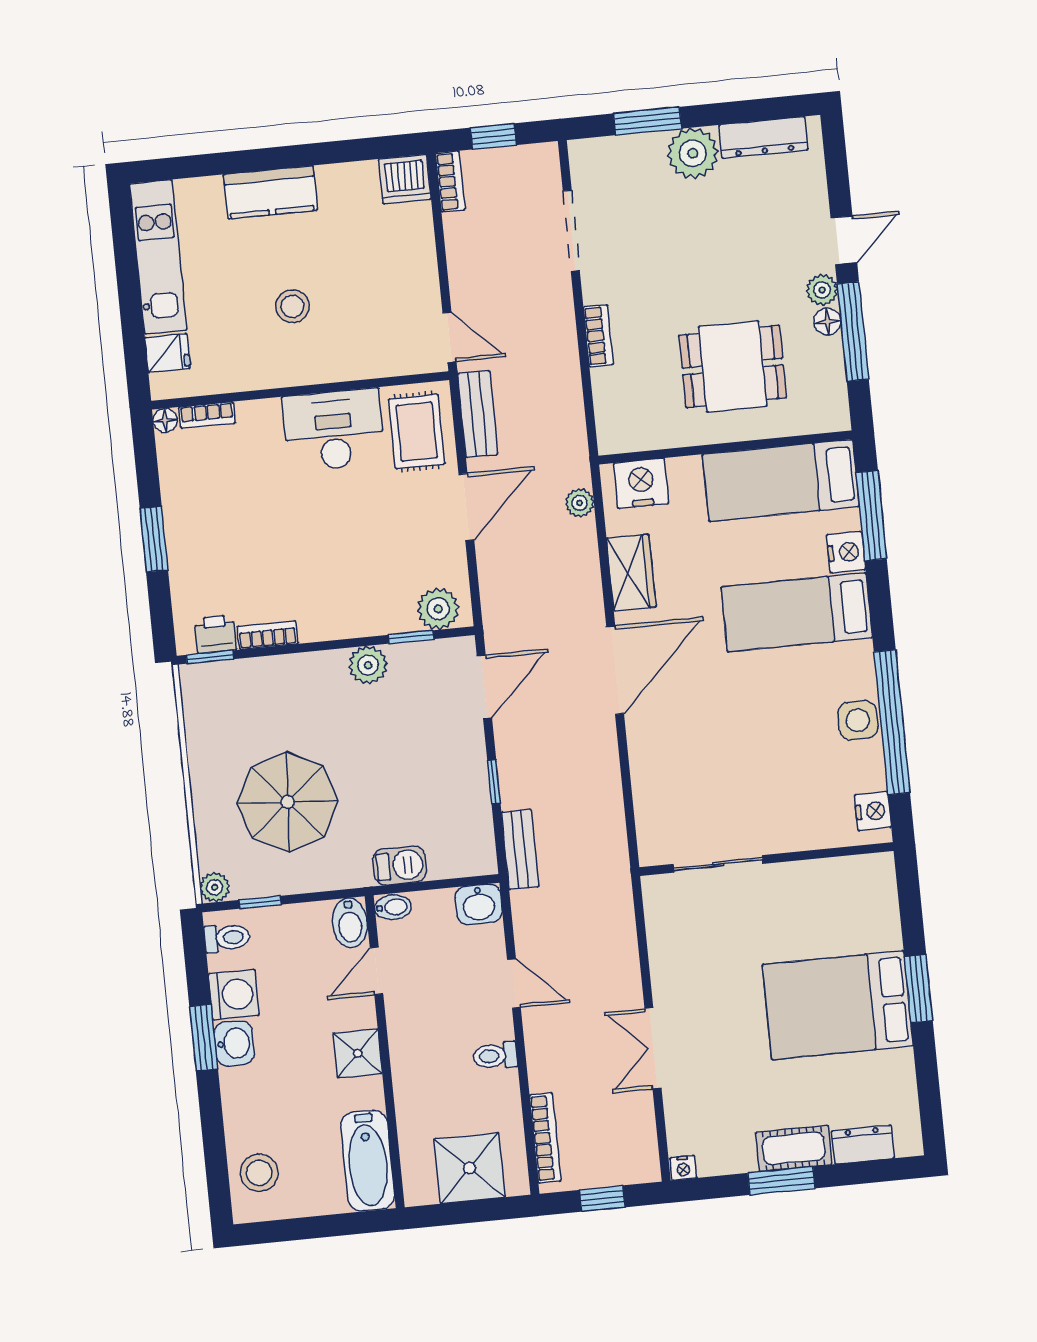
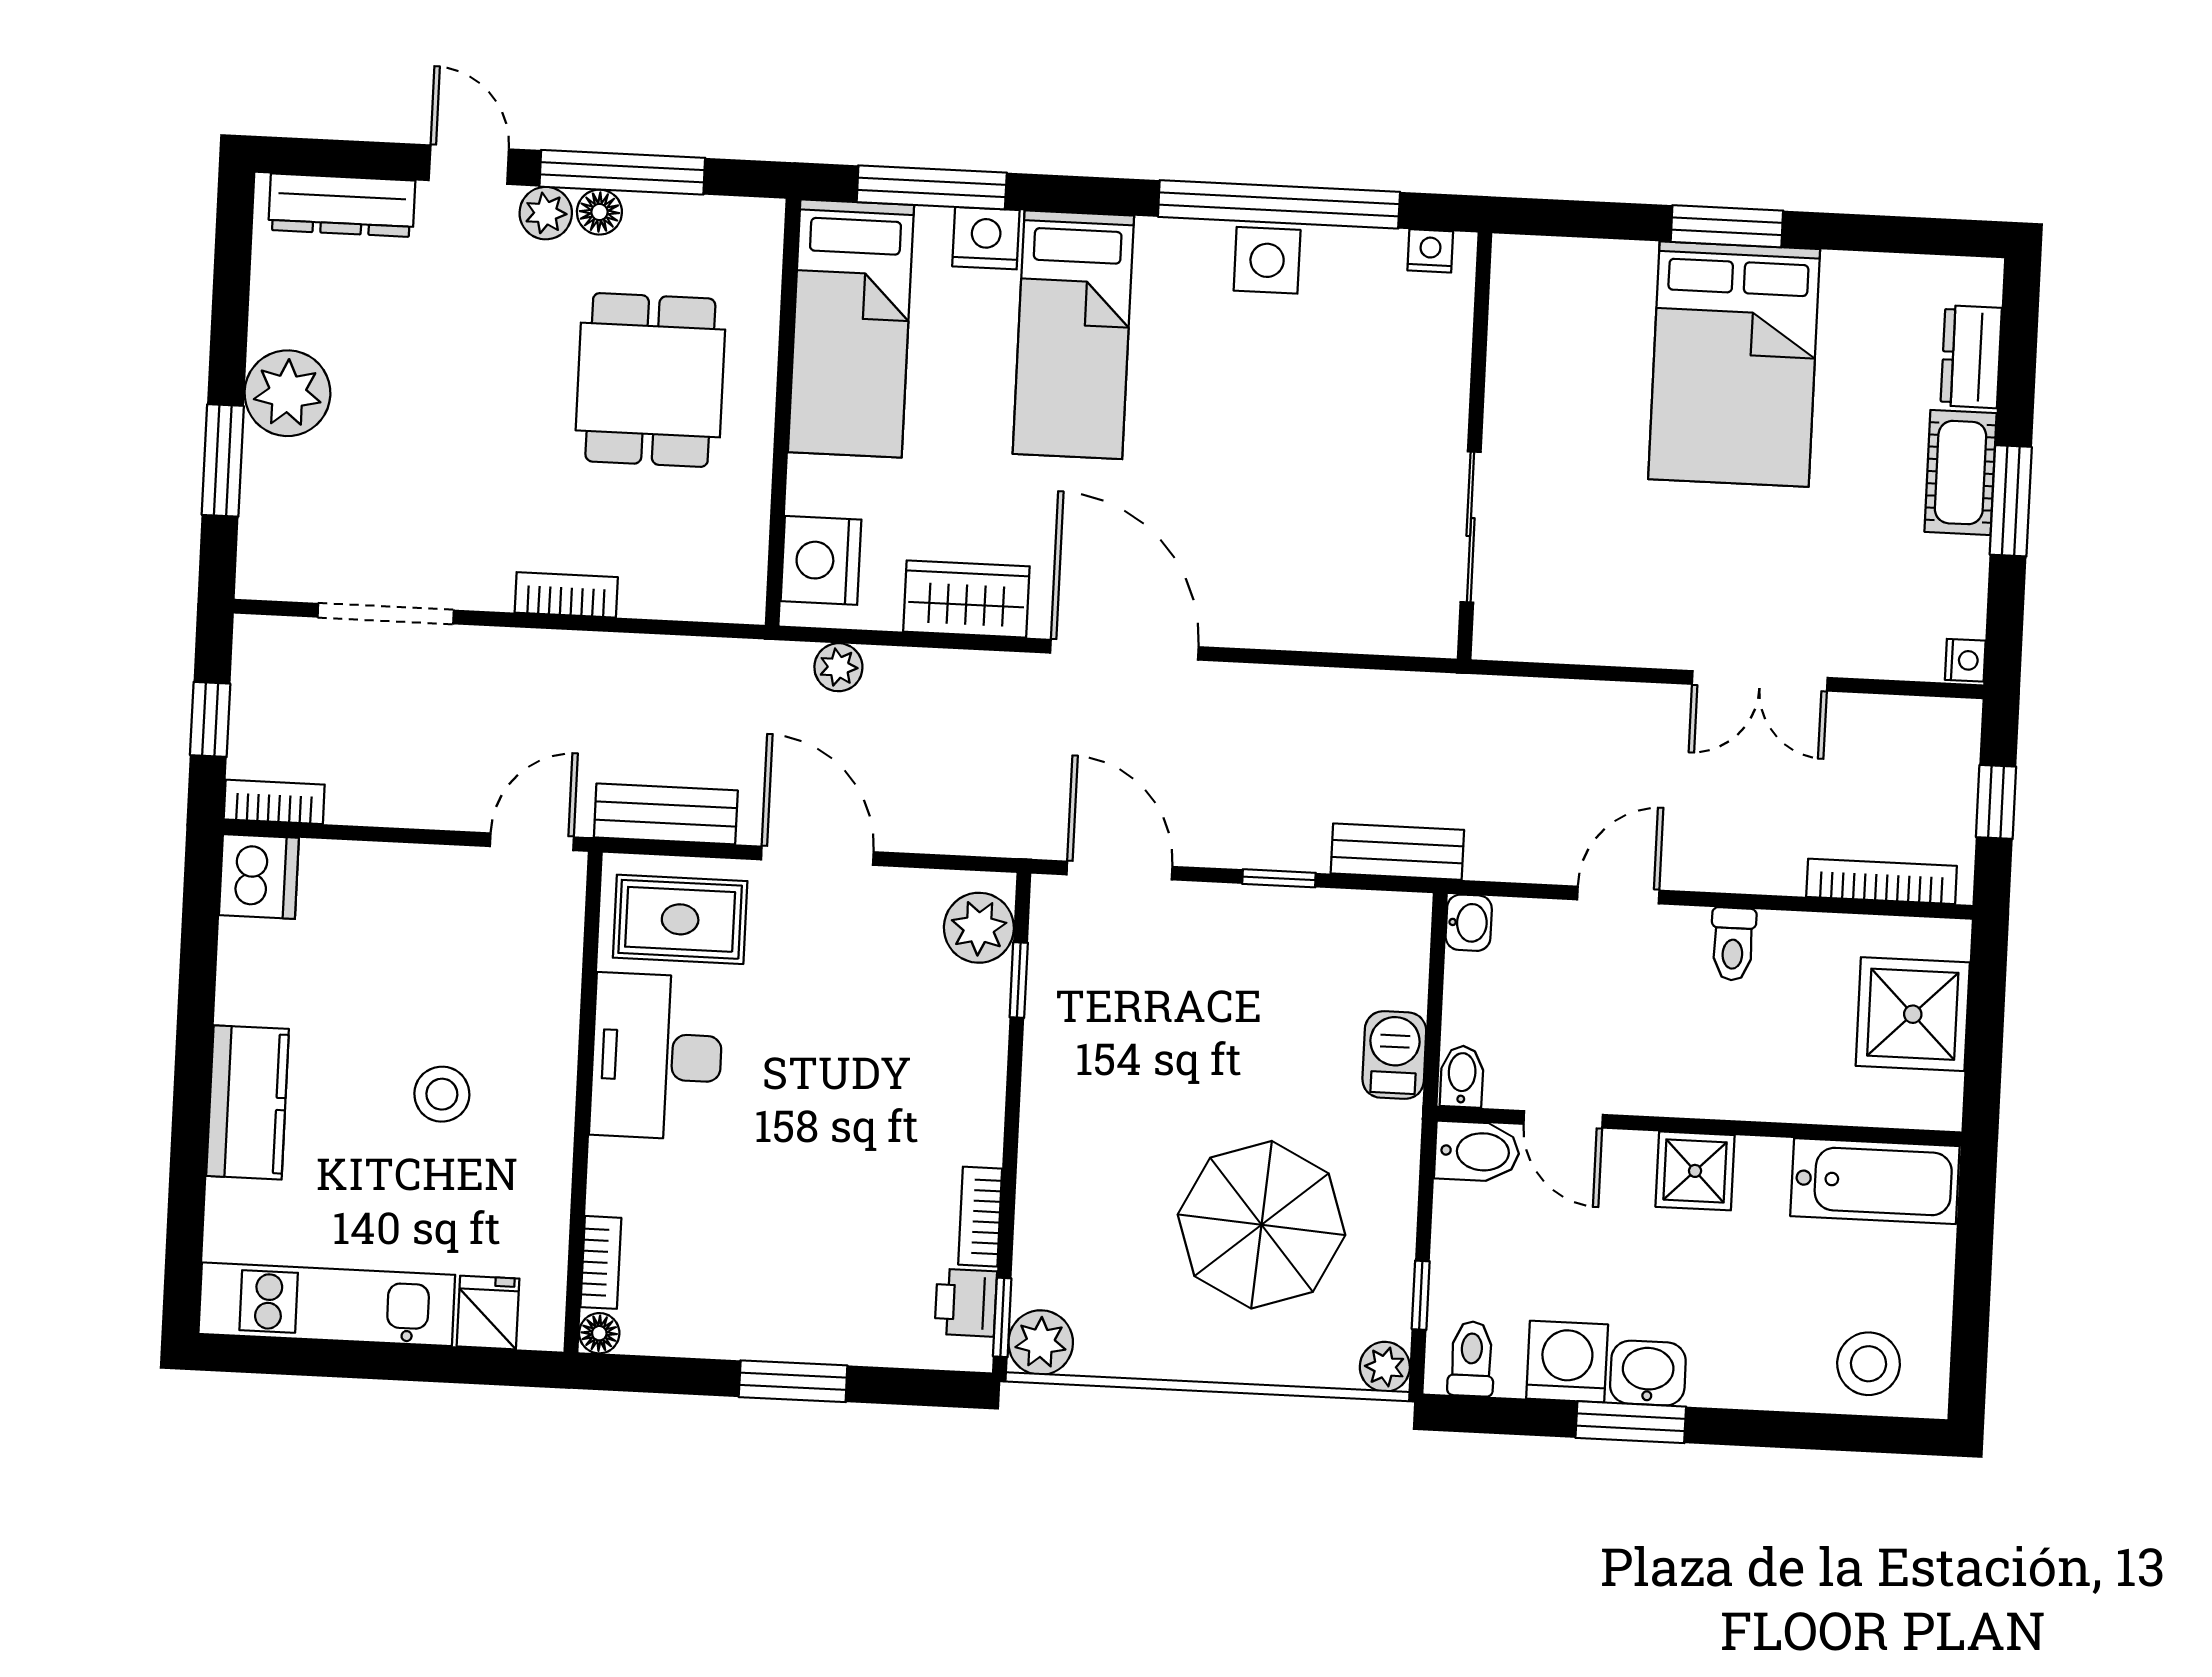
dresser: (763, 137) -> (342, 205), moved, turned 90
plant: (368, 665) -> (1041, 1343), moved
nightstand: (873, 811) -> (1430, 251), width x0.72, depth x0.74
washbasin: (479, 904) -> (1469, 923), width x0.72, depth x0.69

